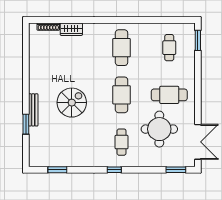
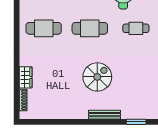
spiral stairs: (72, 103) -> (97, 77), turned 90
window: (26, 124) -> (136, 122), moved

